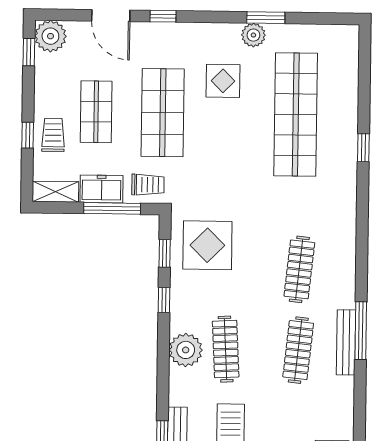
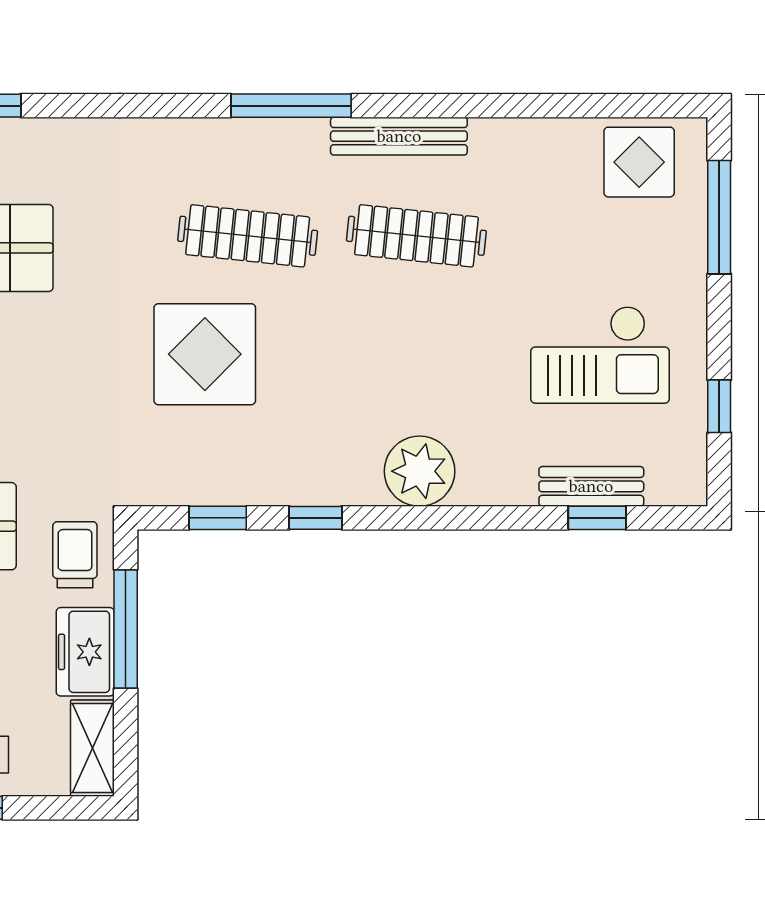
display table: (207, 245) -> (205, 354), moved
window: (361, 331) -> (291, 106), moved
clothes rail: (226, 349) -> (416, 388), removed

